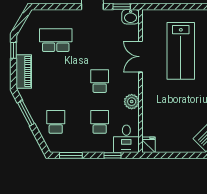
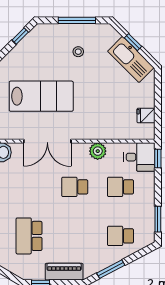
double door: (141, 57) -> (47, 141), width x1.37
fridge: (149, 145) -> (146, 116), moved
window: (112, 155) -> (158, 159), moved

